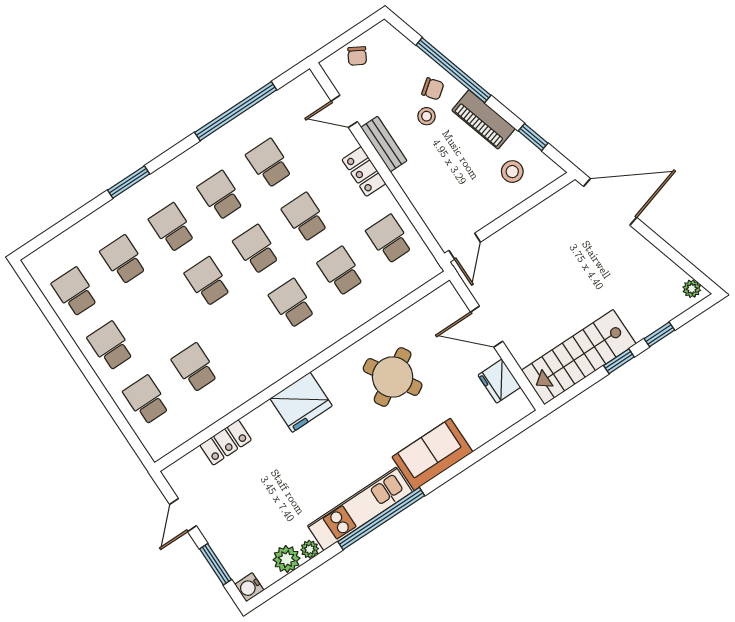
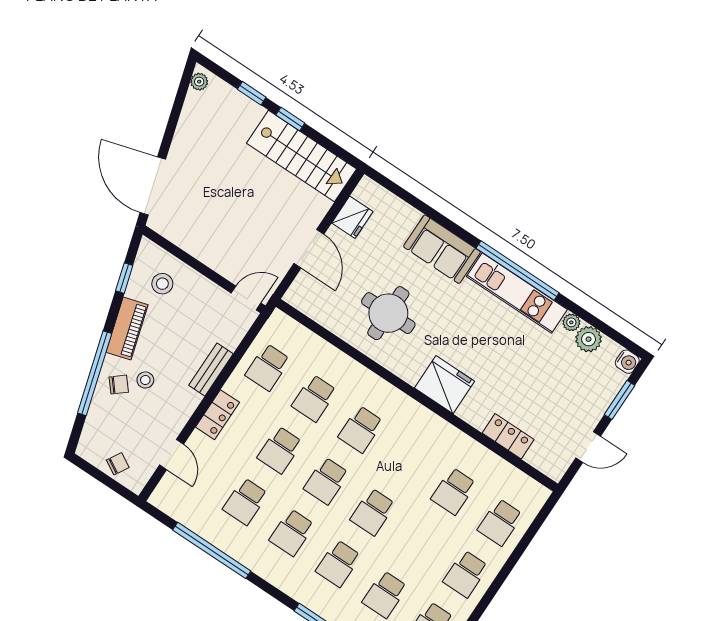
chair: (433, 89) -> (119, 385), turned 88
bench: (384, 144) -> (211, 370), moved
round table: (393, 377) -> (388, 313), turned 31

